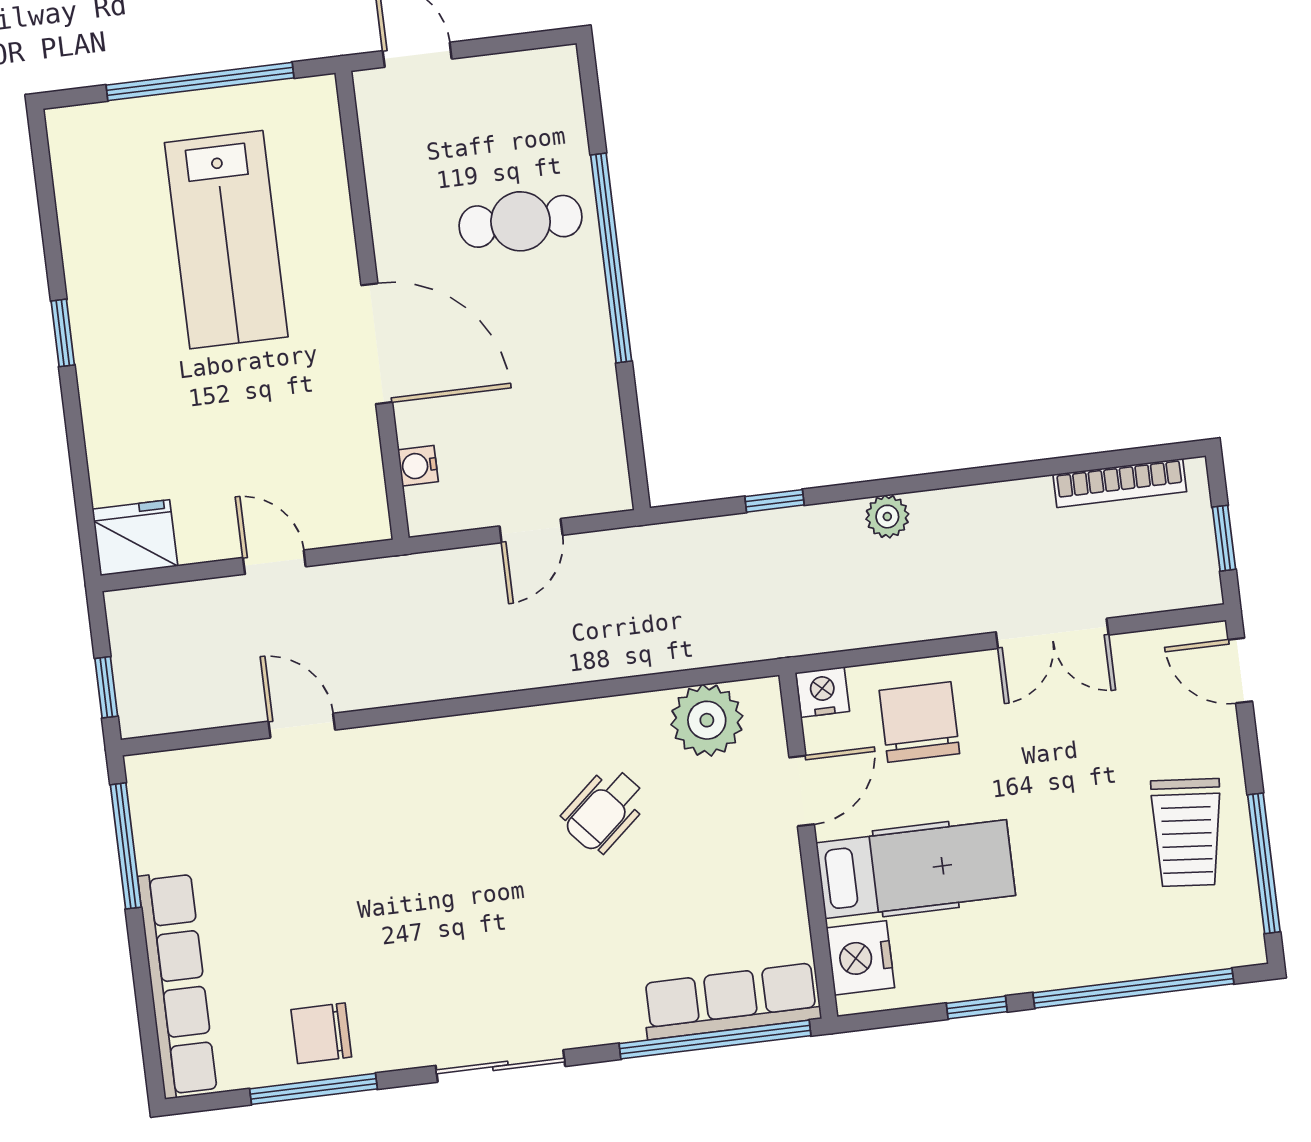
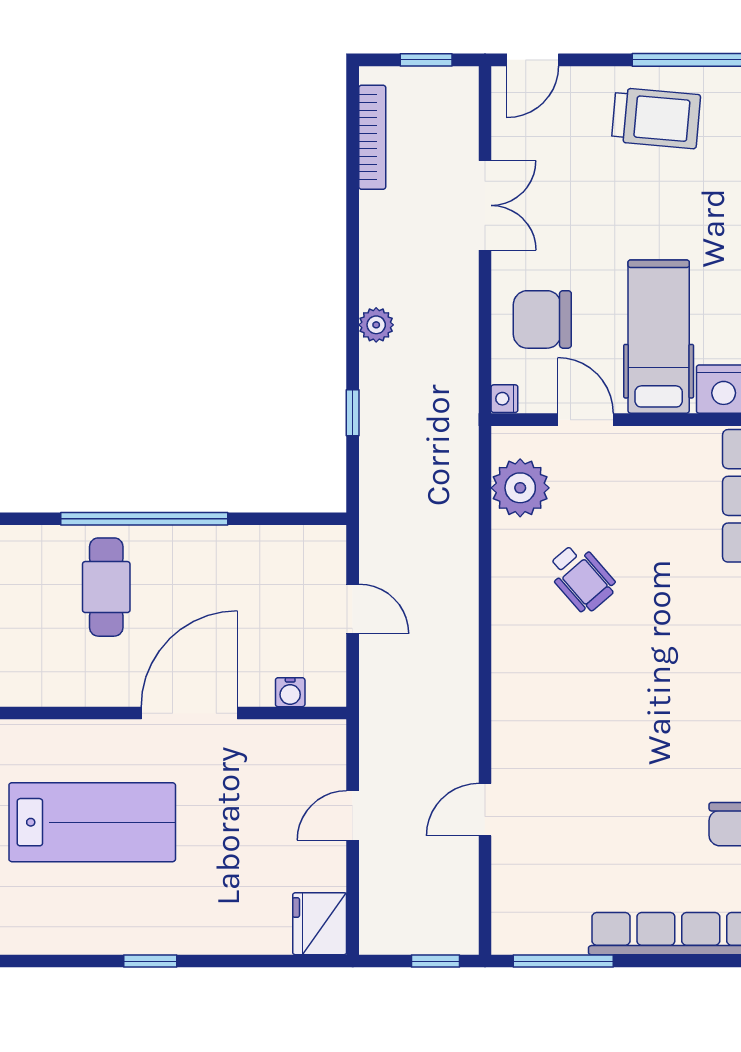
nightstand: (823, 692) -> (504, 399), width x0.72, depth x0.74

